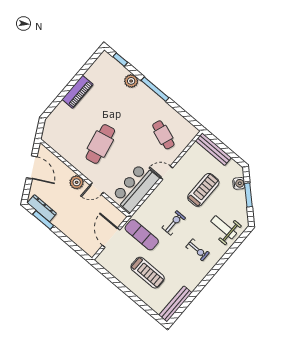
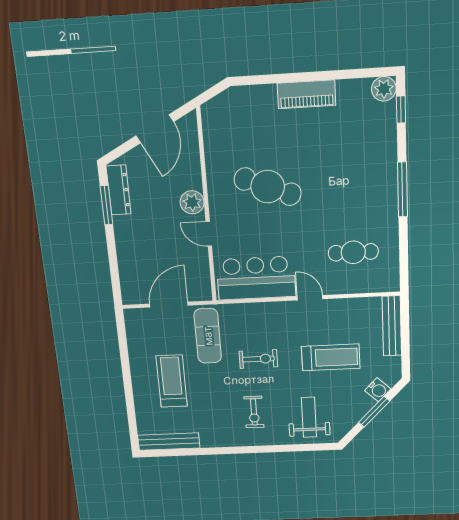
plant: (131, 81) -> (384, 89), moved
cafe table: (163, 135) -> (353, 252), turned 70
cafe table: (100, 144) -> (268, 187), turned 34
treadmill: (148, 273) -> (172, 381), turned 180

